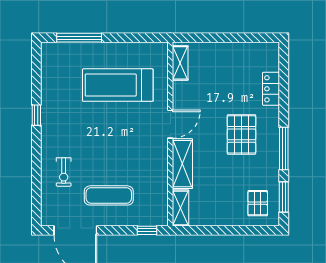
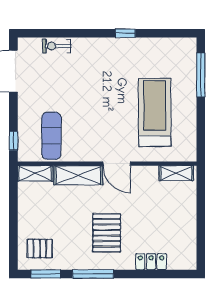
pallet: (241, 134) -> (107, 233), turned 90
exercise bike: (64, 172) -> (57, 46), moved
exercise mat: (109, 195) -> (51, 136), moved

